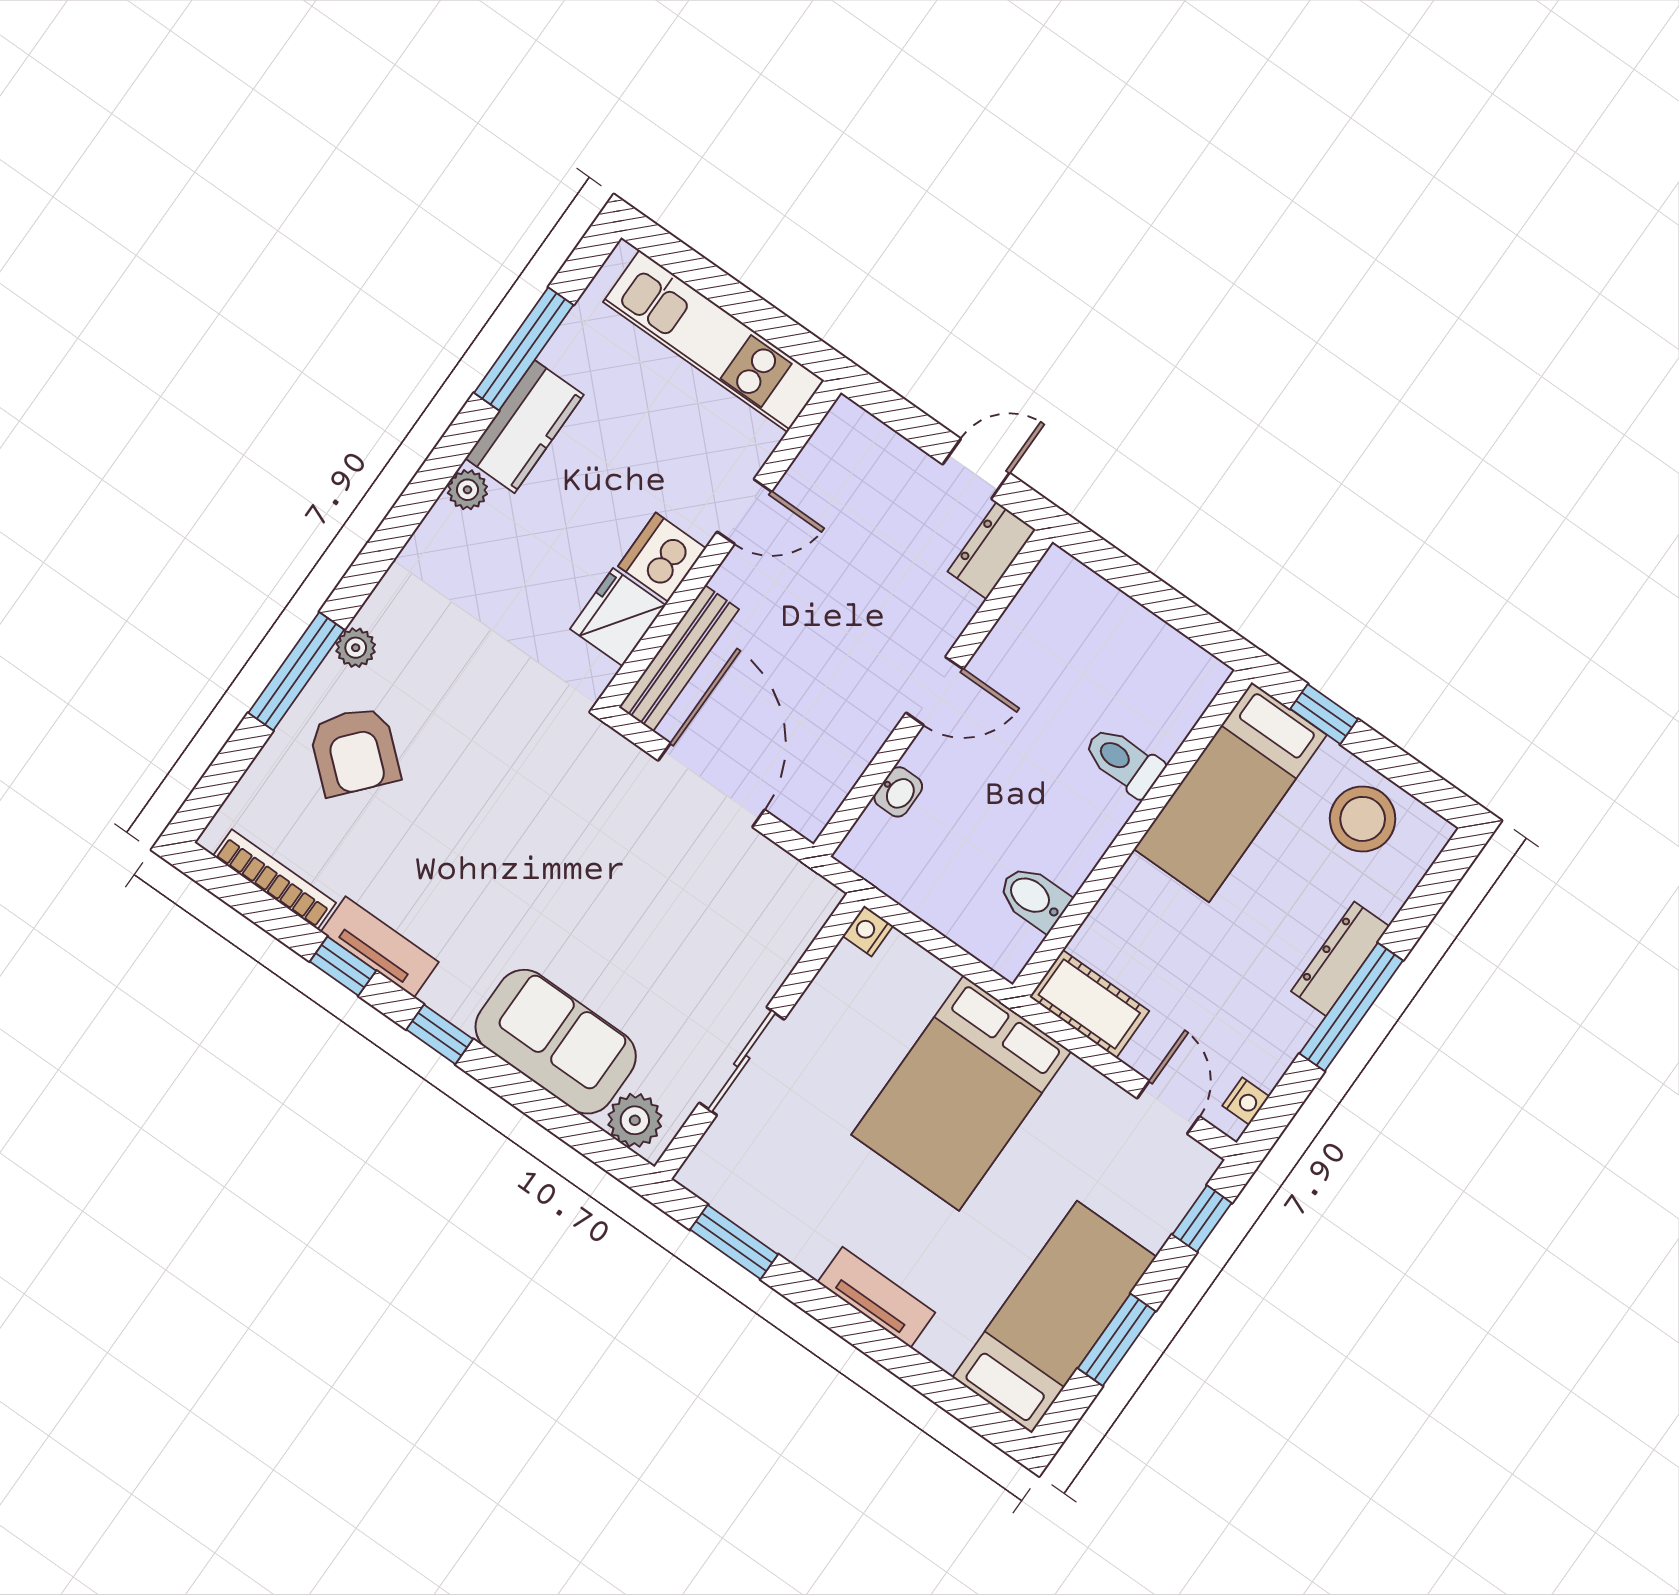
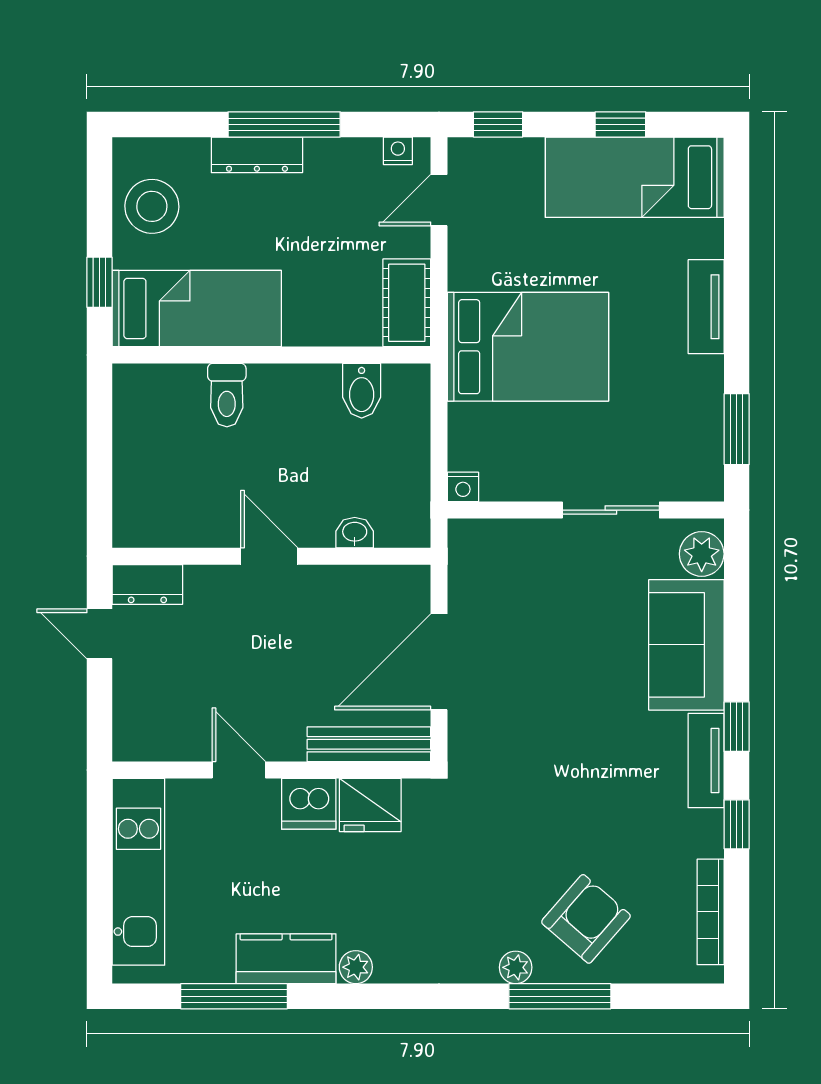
tv unit: (380, 947) -> (706, 761), moved
window: (1117, 1340) -> (620, 124), width x0.67

